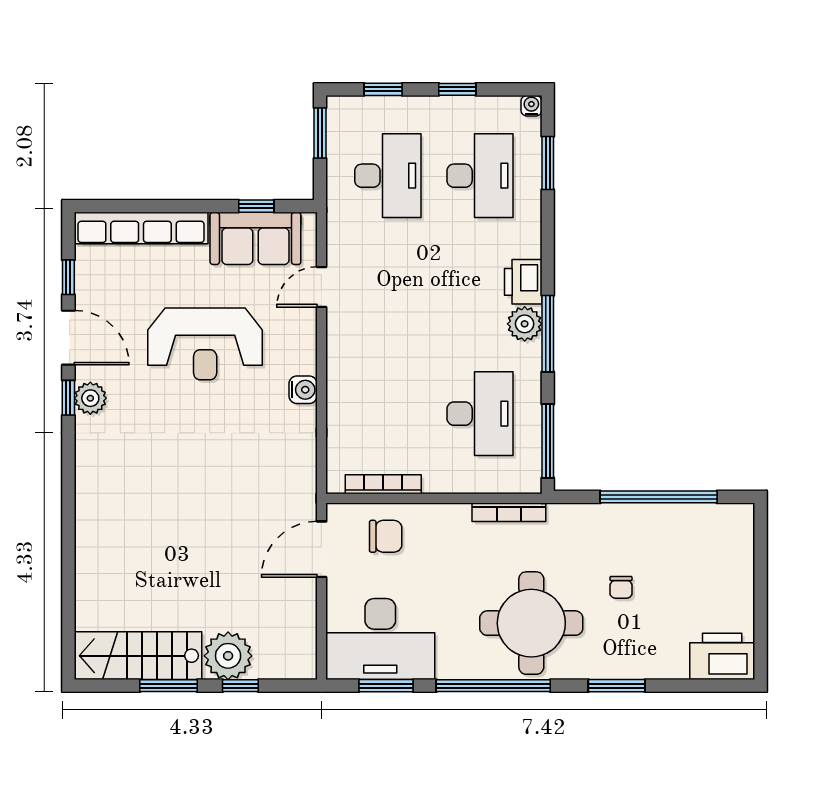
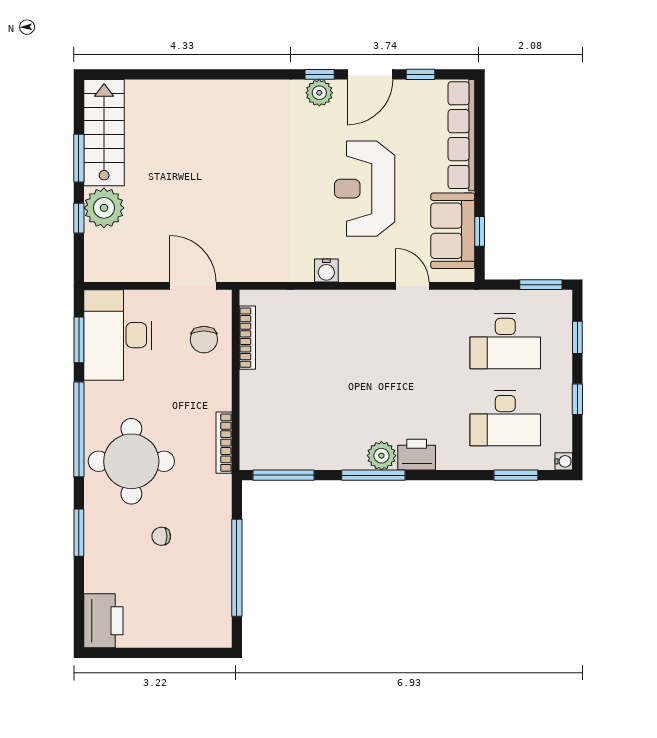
desk: (480, 414) -> (306, 418), removed

